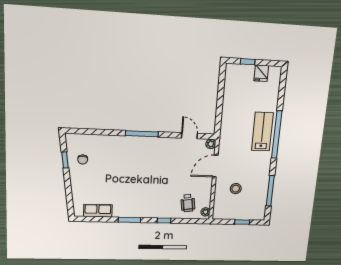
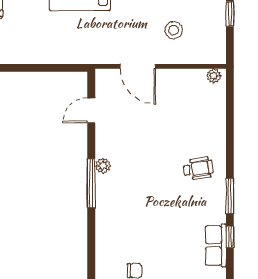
plant: (211, 144) -> (103, 166), moved
wheelchair: (188, 203) -> (198, 169), moved
window: (164, 221) -> (230, 237), moved

